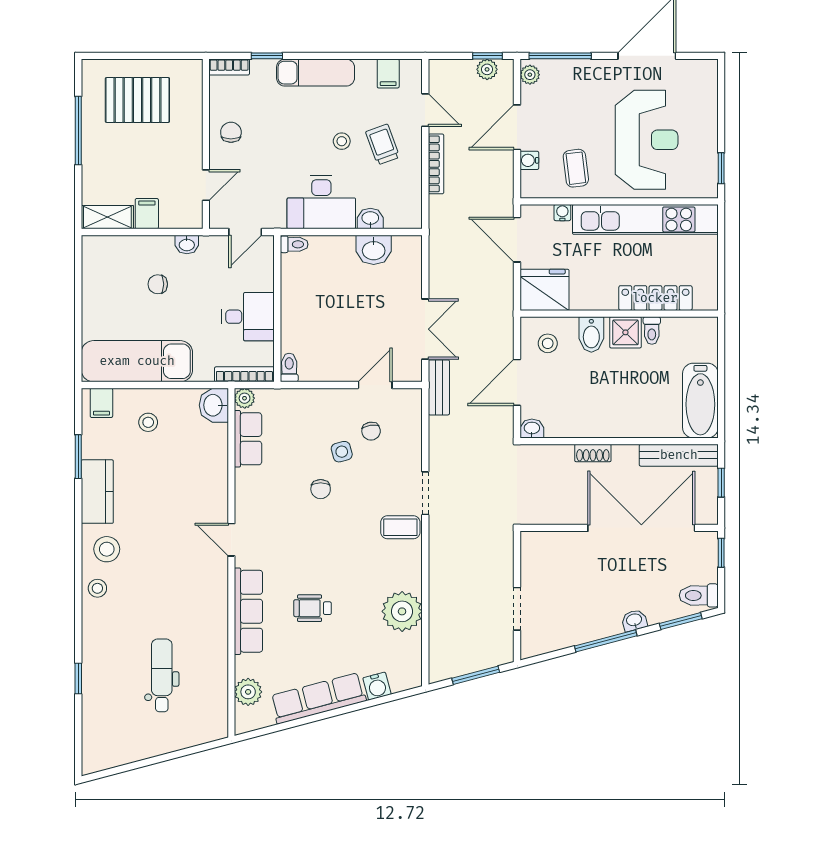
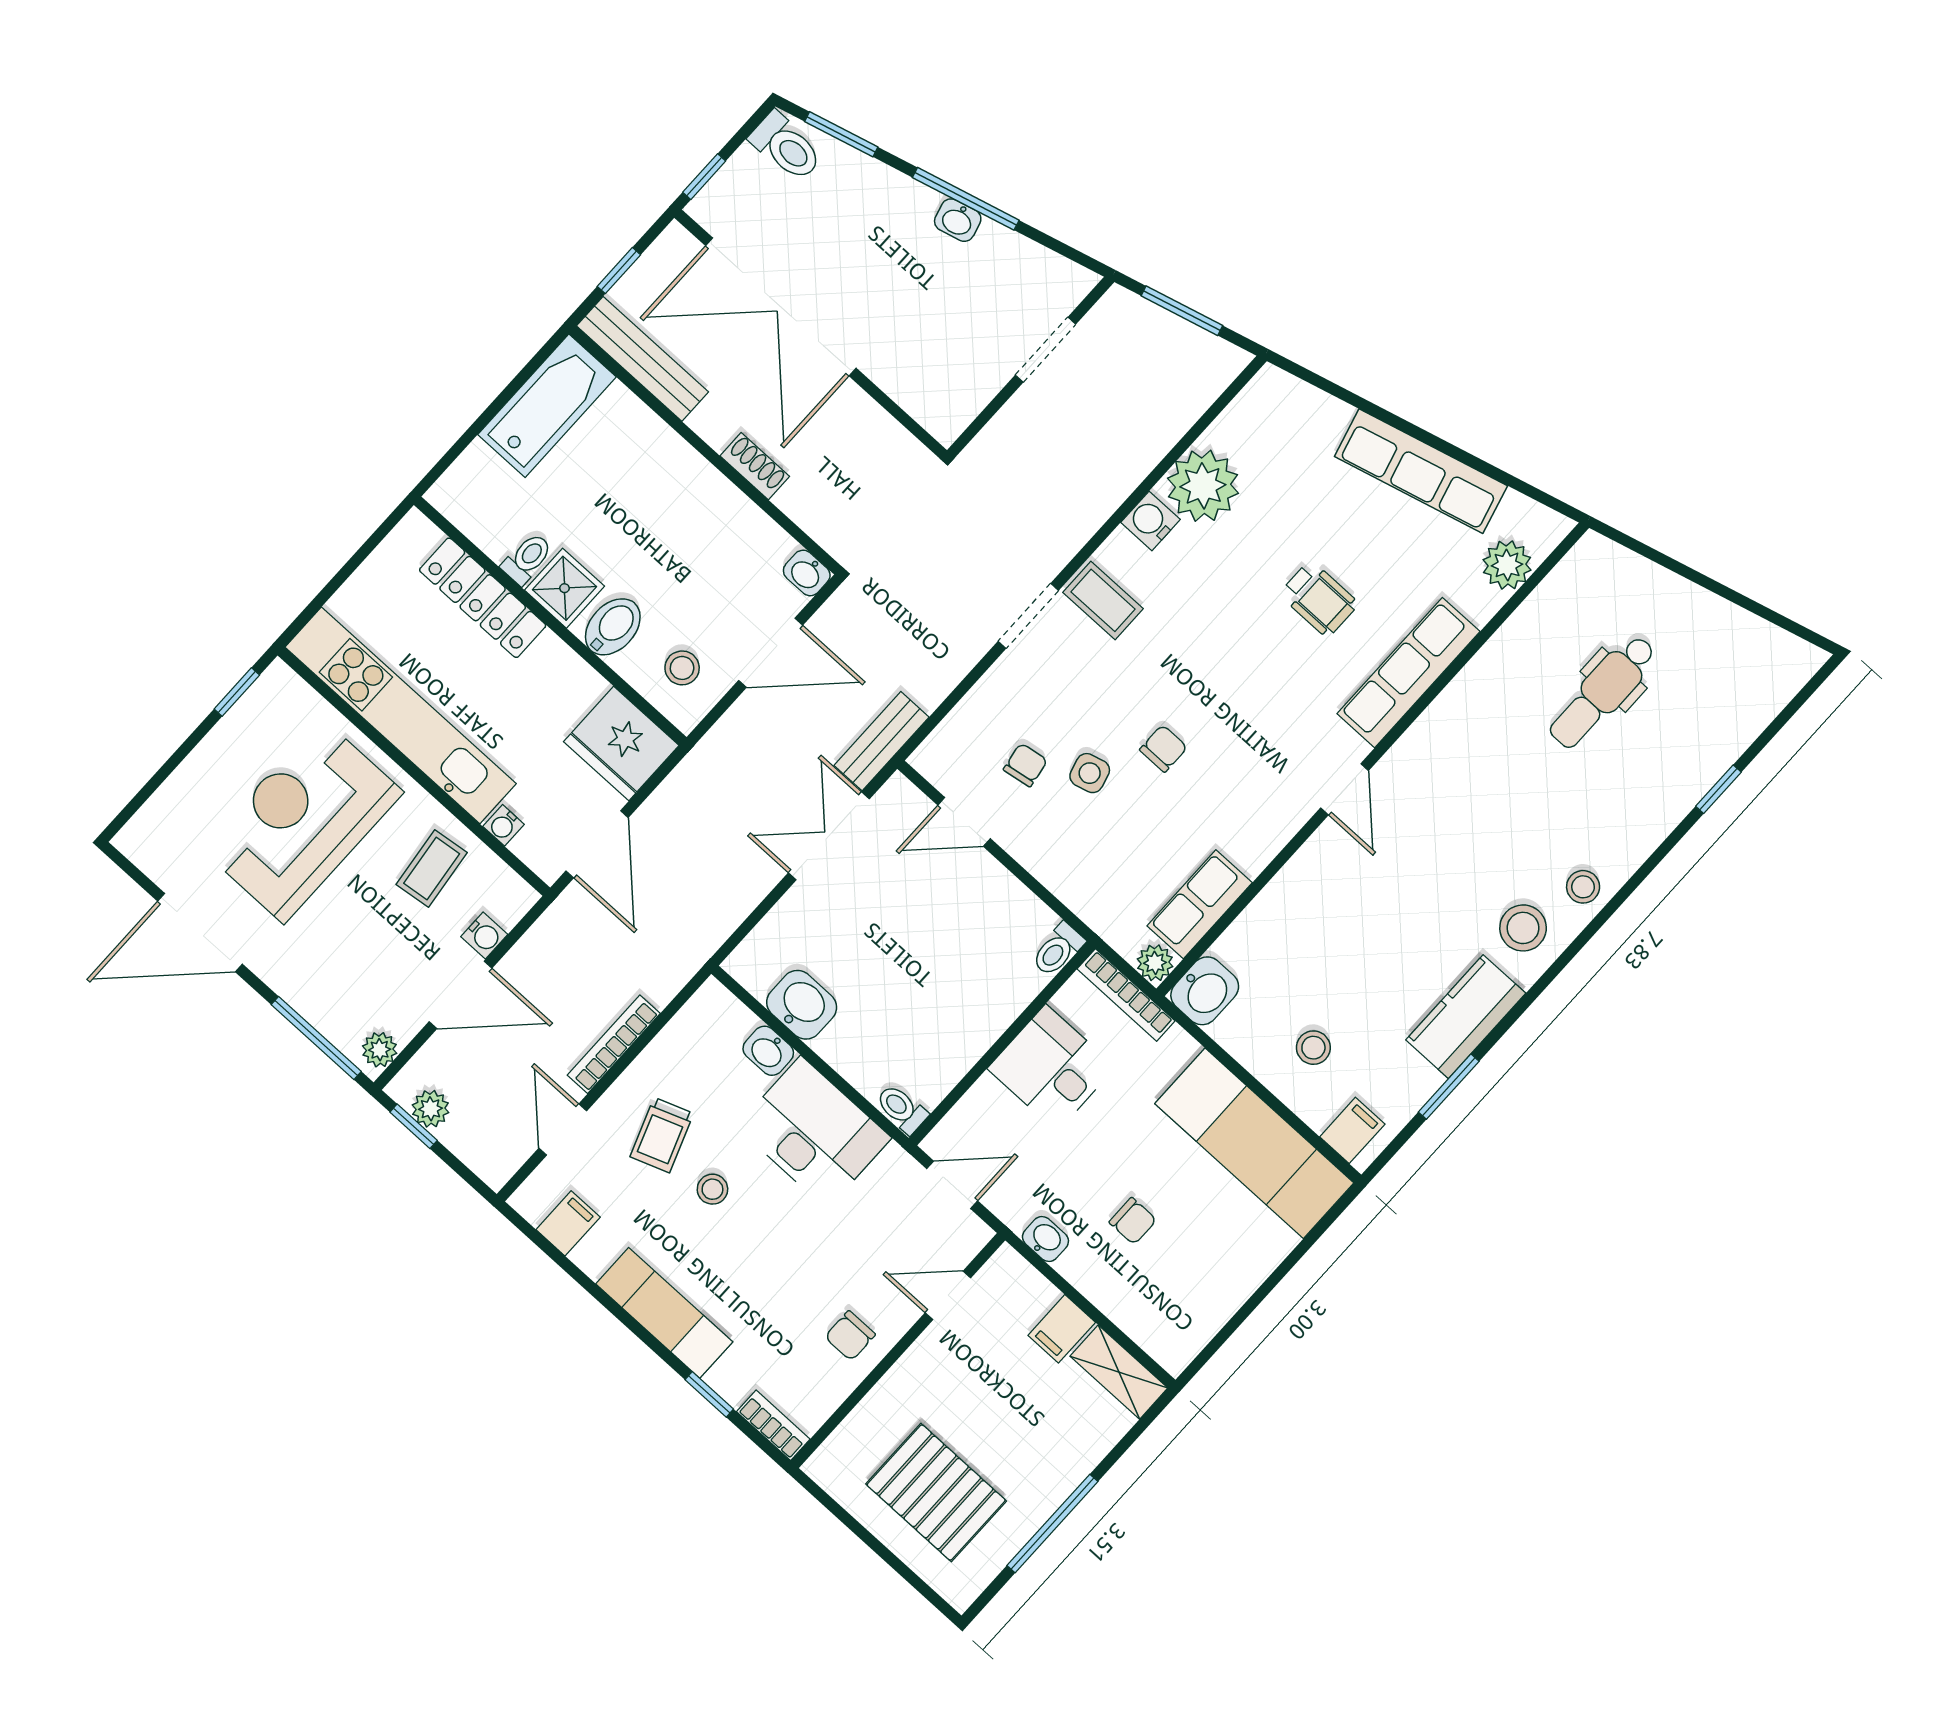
washbasin: (634, 620) -> (958, 220), moved
water cooler: (377, 686) -> (1151, 521), moved, turned -75

